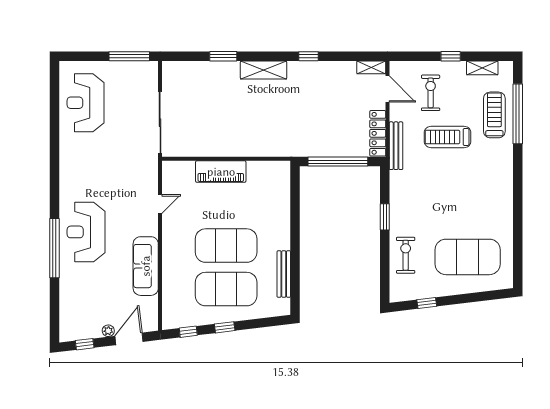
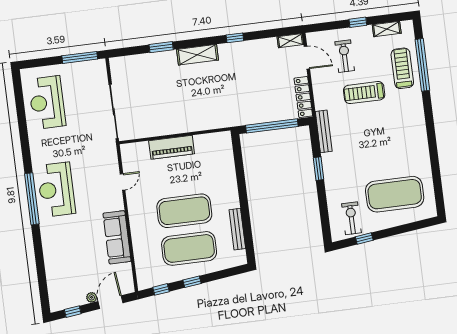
bench: (396, 146) -> (324, 131), moved
reception desk: (86, 232) -> (56, 190), moved
window: (54, 248) -> (32, 199), moved
exercise bike: (406, 255) -> (351, 218), moved

